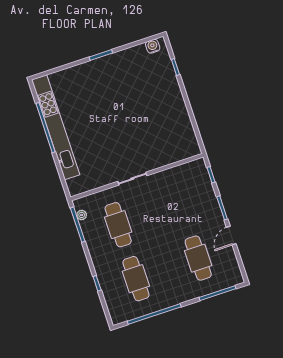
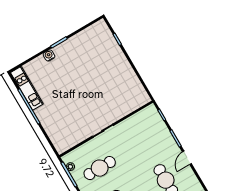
water cooler: (153, 46) -> (49, 55), moved
kitchen unit: (56, 127) -> (27, 88), width x0.54
cafe table: (118, 225) -> (100, 168), turned 90

